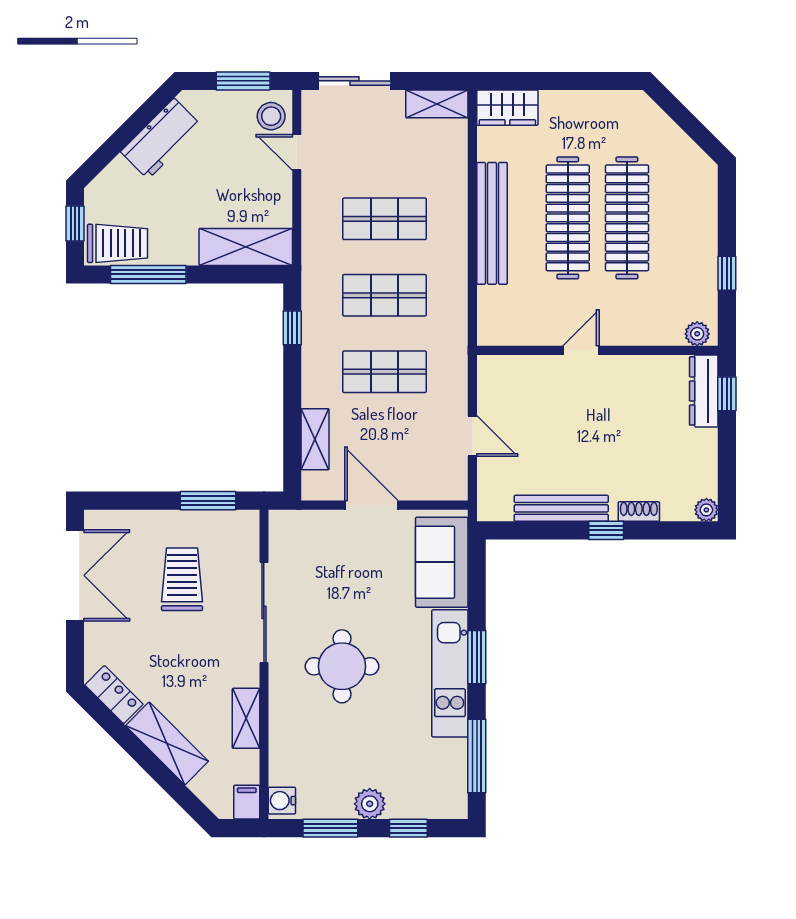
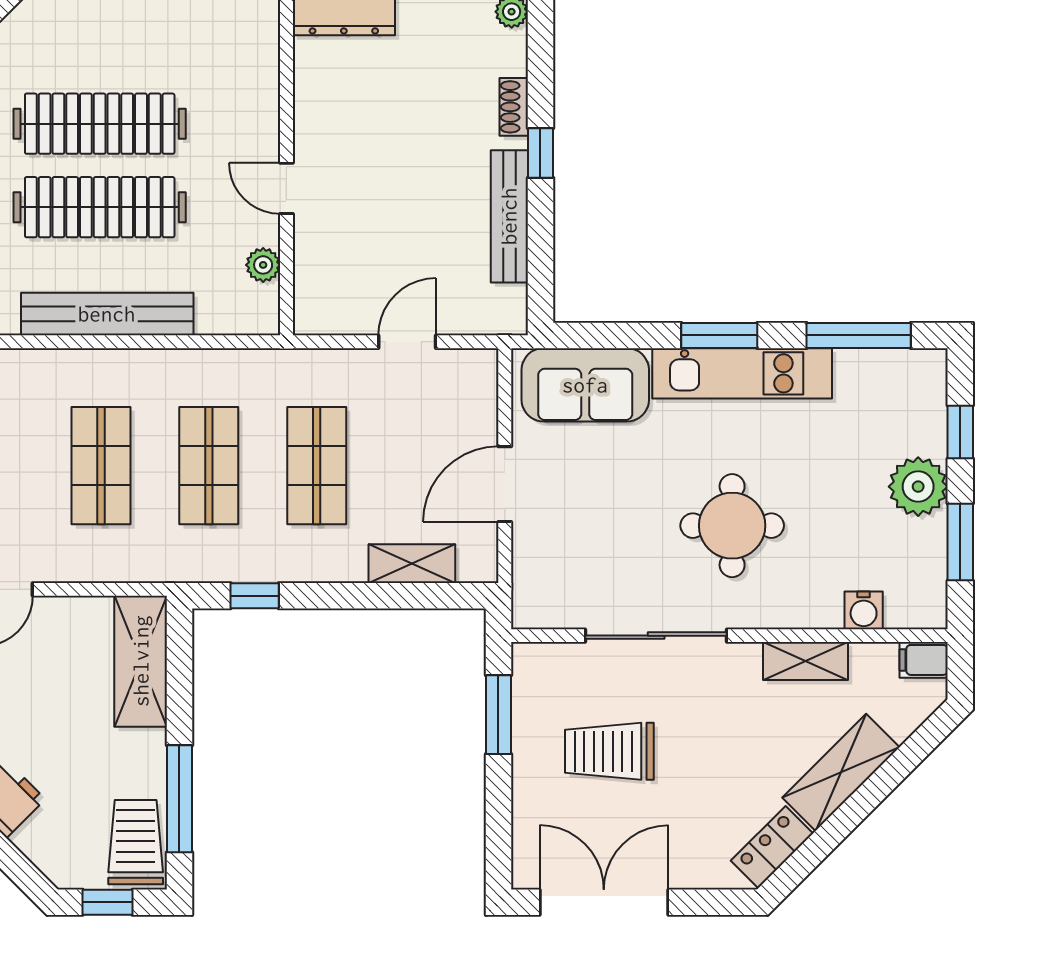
plant: (697, 334) -> (263, 265), moved
water cooler: (282, 801) -> (864, 610), moved
plant: (370, 804) -> (918, 487), width x1.36, depth x1.36

